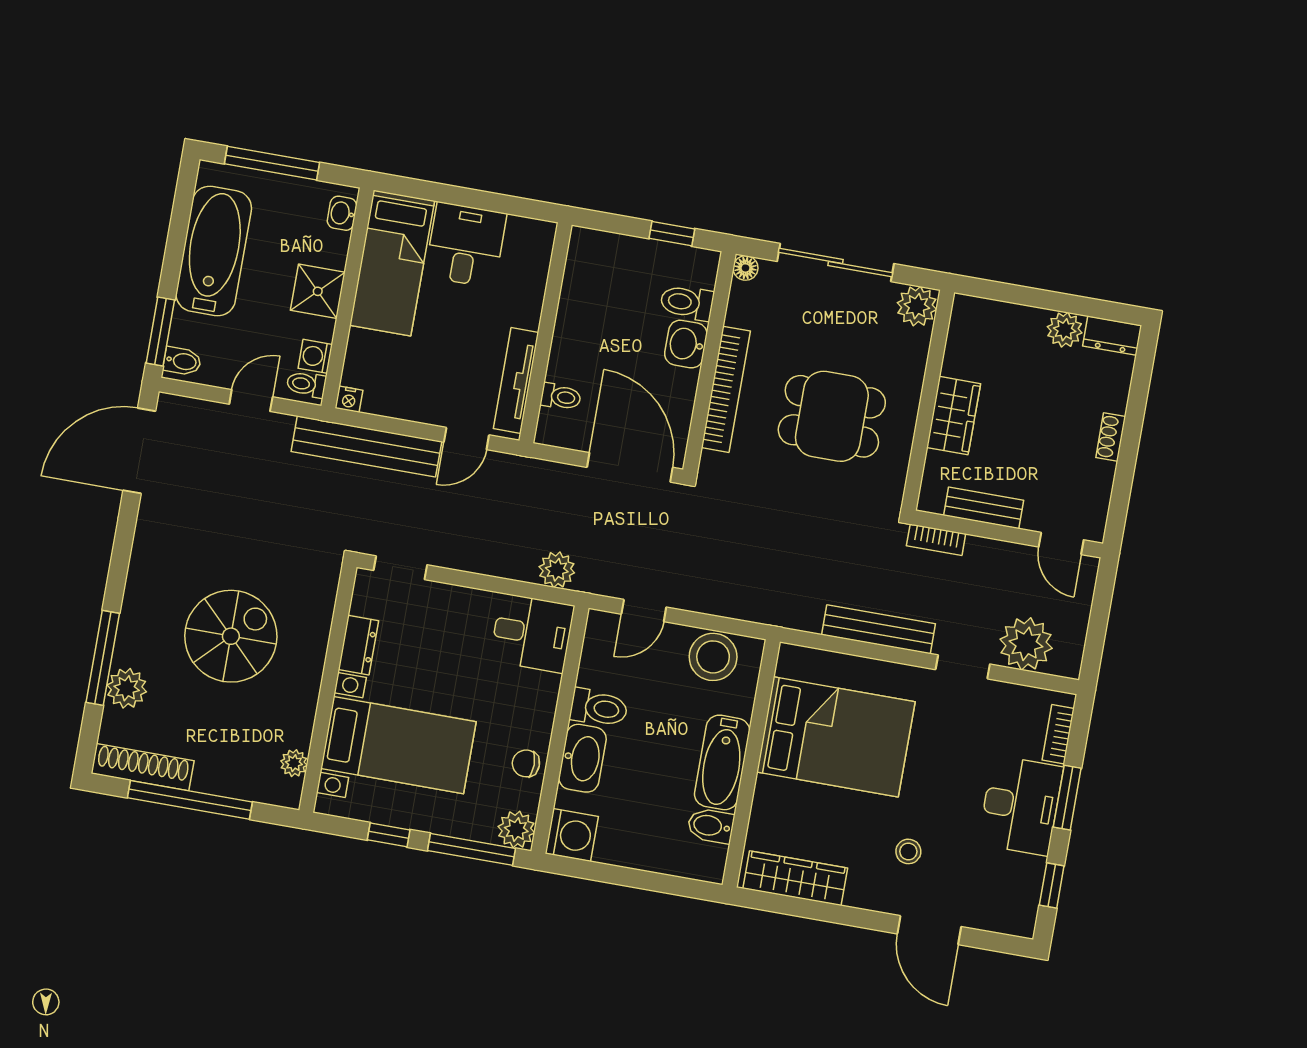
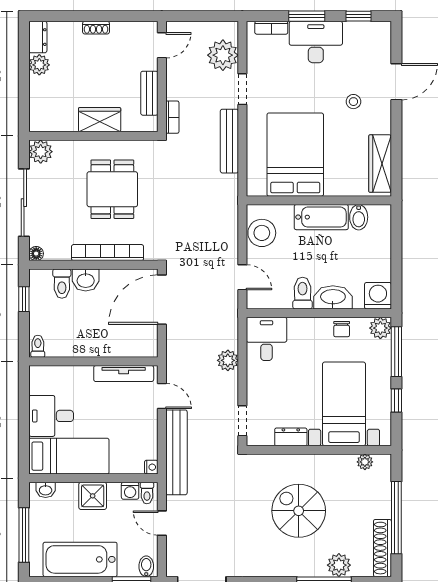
toilet: (561, 397) -> (38, 346), moved
plant: (557, 570) -> (228, 360), moved

